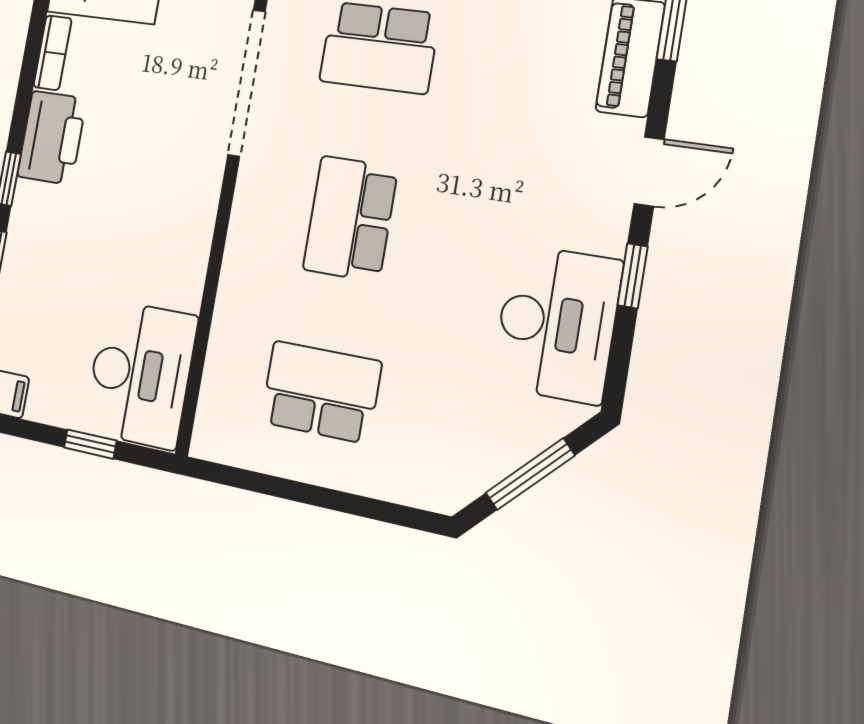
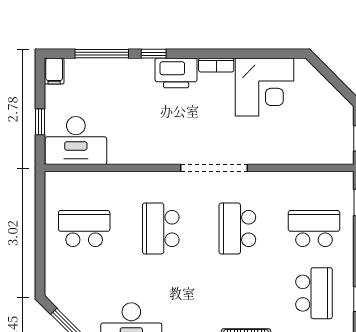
school desk: (350, 219) -> (161, 228), turned -90
school desk: (321, 392) -> (84, 228), turned -90

